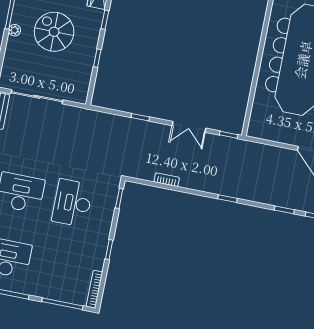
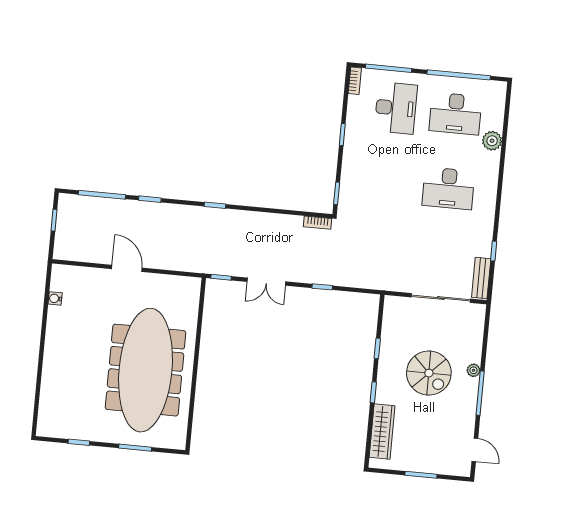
double door: (189, 127) -> (266, 282), swing flipped
bookcase: (167, 180) -> (318, 223), moved
desk: (72, 203) -> (396, 108), moved
bookcase: (94, 289) -> (355, 81), width x0.64

